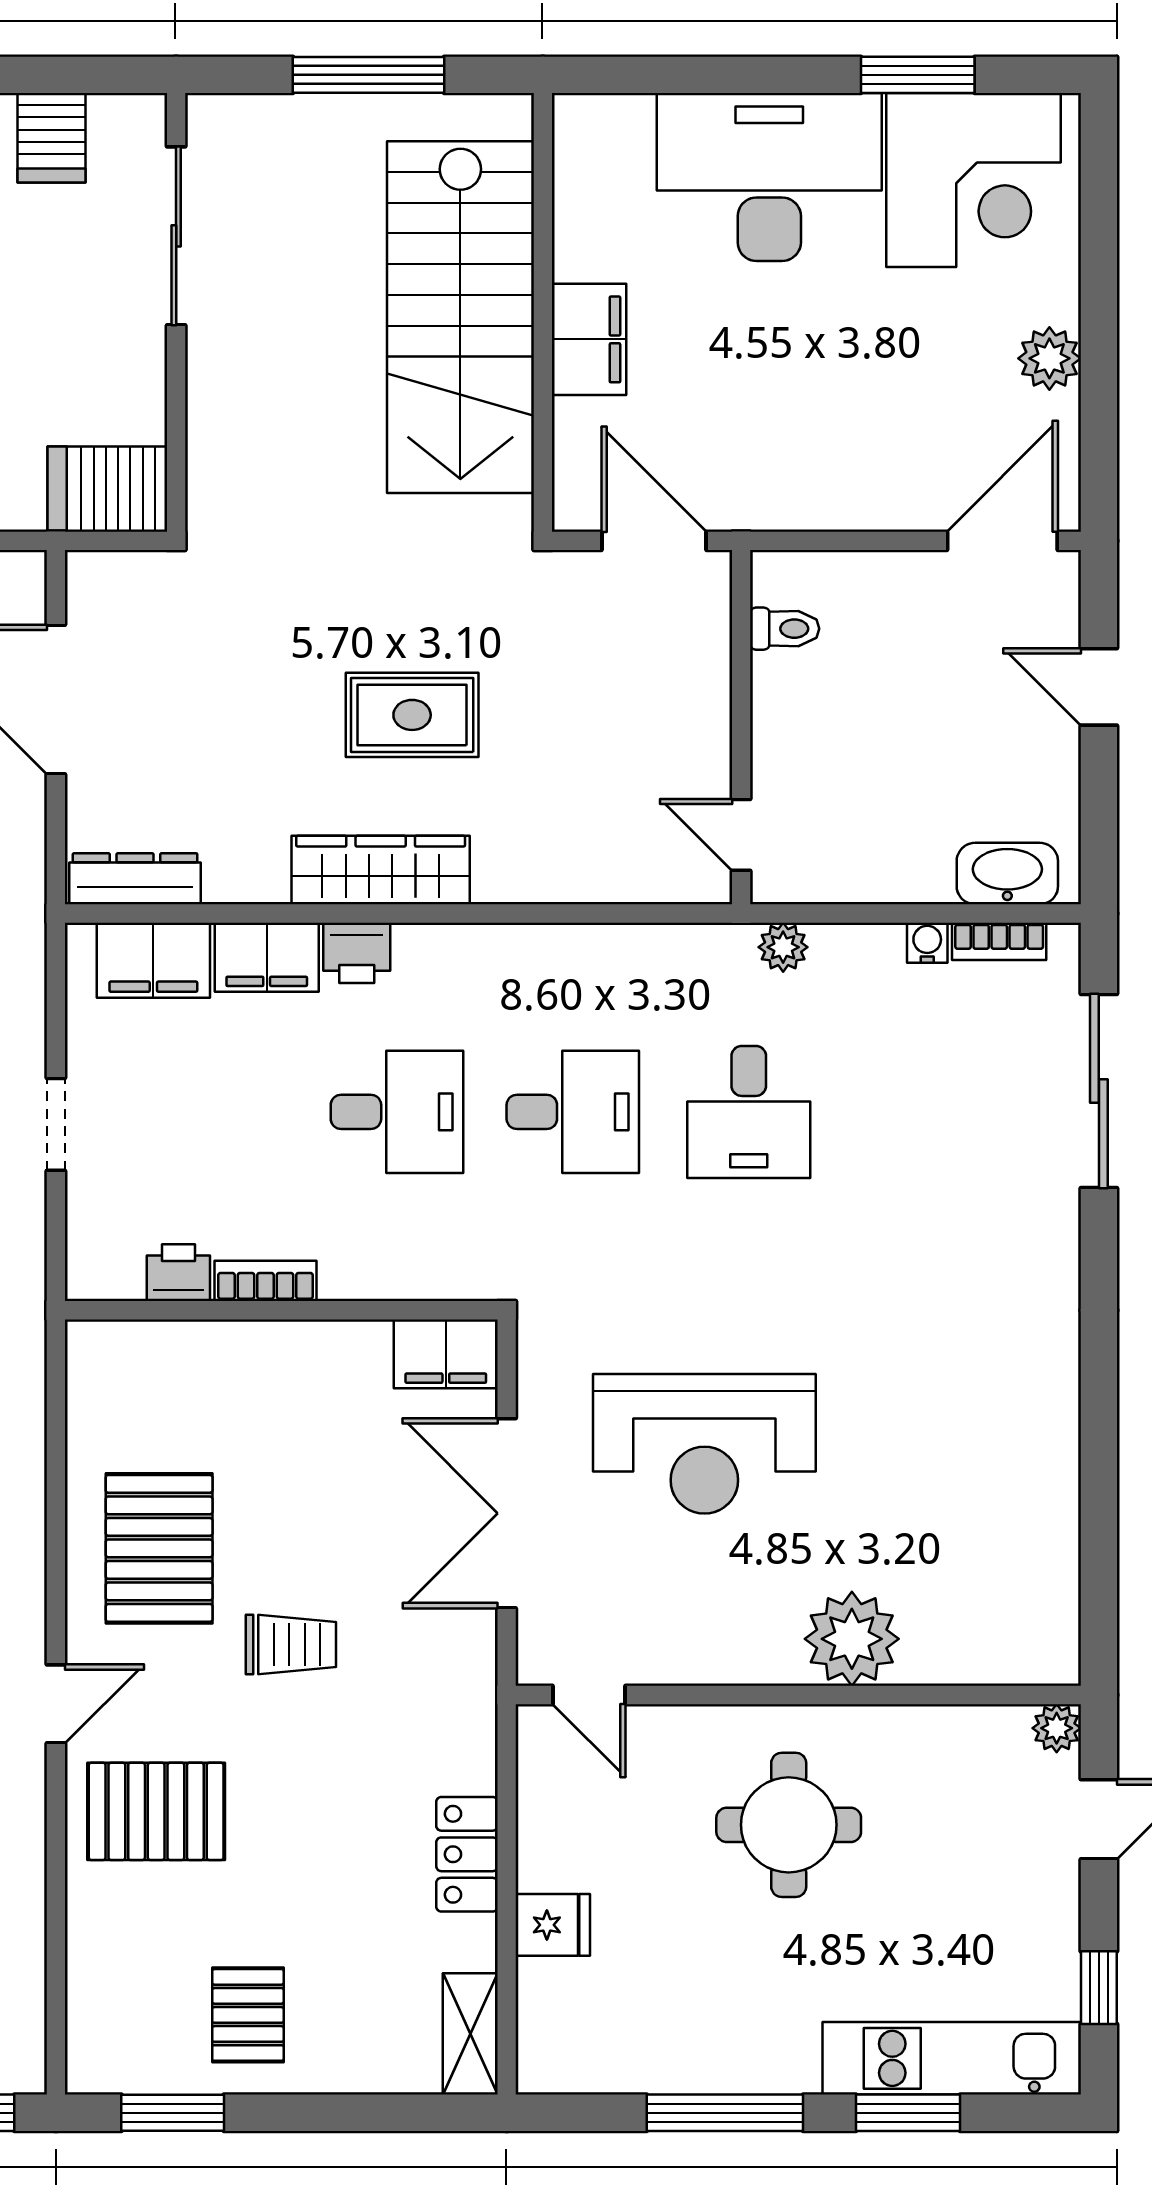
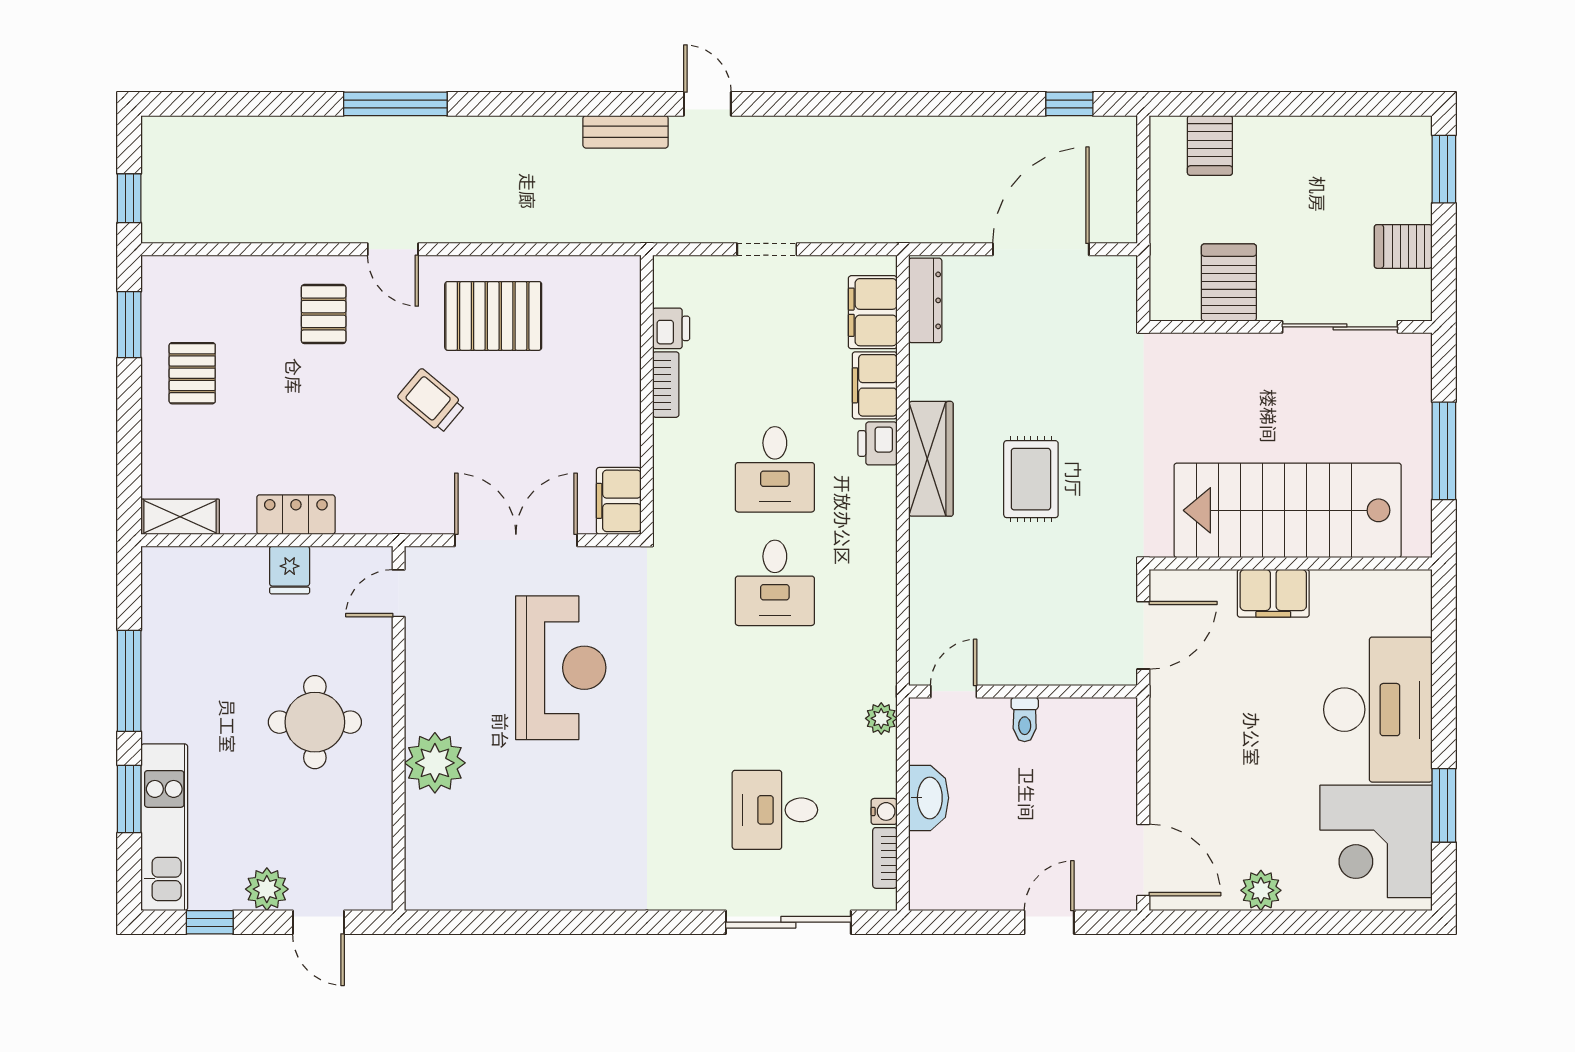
server rack: (107, 489) -> (1229, 283), moved
toilet: (785, 629) -> (1025, 719), moved
washbasin: (1007, 874) -> (929, 798), moved
desk: (749, 1112) -> (775, 810), moved
reception desk: (704, 1444) -> (561, 668), turned 180
trolley: (291, 1645) -> (431, 401), turned 130
plant: (1057, 1728) -> (267, 889), moved, width x1.38, depth x1.38
pallet: (156, 1811) -> (324, 314), width x0.67, depth x0.71
fridge: (553, 1925) -> (290, 570), moved
pallet: (248, 2015) -> (192, 373), turned 90

